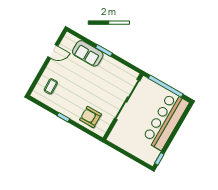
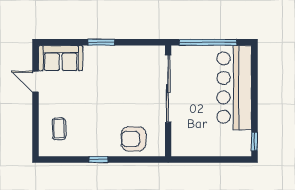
door: (53, 51) -> (36, 82), swing flipped
sofa: (88, 53) -> (61, 58), moved

